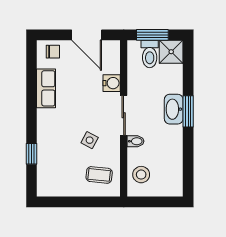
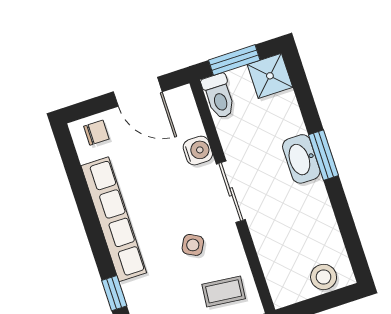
toilet: (150, 54) -> (219, 96), moved
row of seats: (46, 88) -> (114, 219), width x2.02
bidet: (136, 141) -> (261, 224), removed
stool: (141, 175) -> (324, 277), moved

